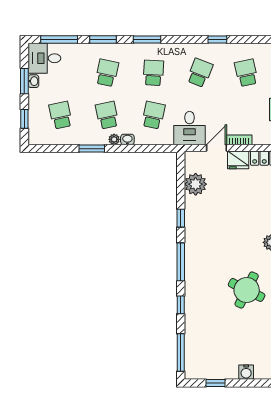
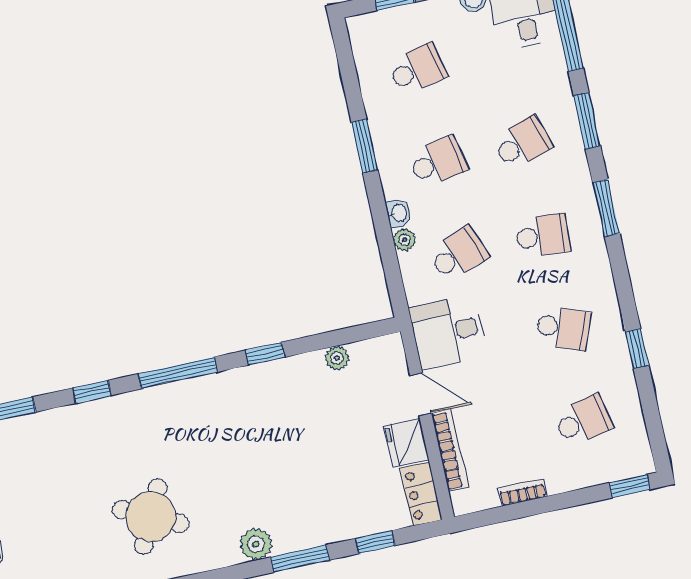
school desk: (107, 73) -> (522, 143), turned -30
school desk: (153, 115) -> (458, 254), turned -33
plant: (114, 139) -> (404, 240), moved
bookcase: (239, 140) -> (450, 450), width x1.56
plant: (196, 184) -> (337, 358), width x0.53, depth x0.53

